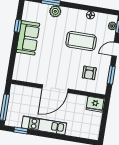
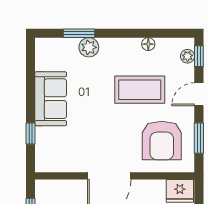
window: (18, 26) -> (31, 134), moved
armchair: (89, 73) -> (162, 140), width x1.88, depth x1.88

